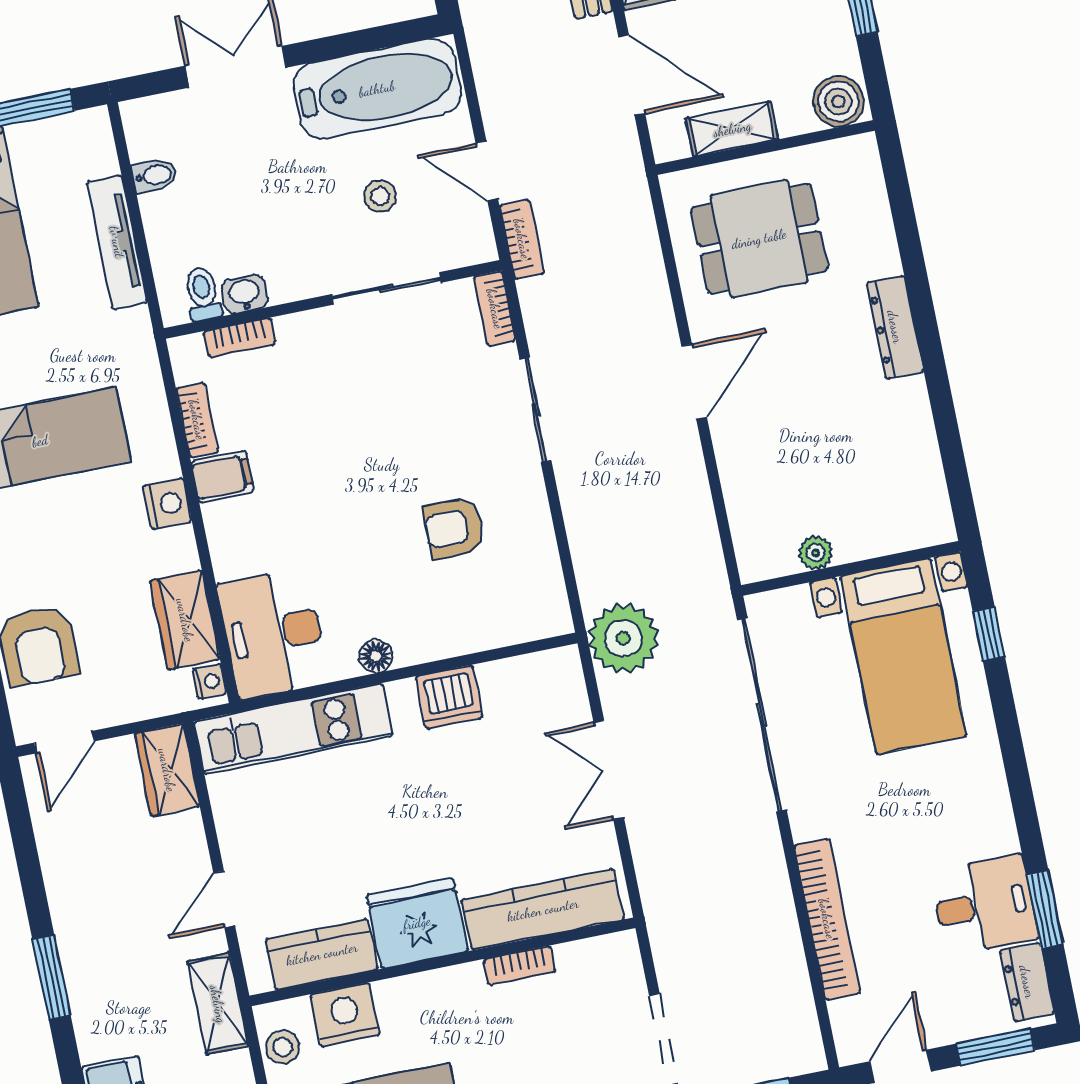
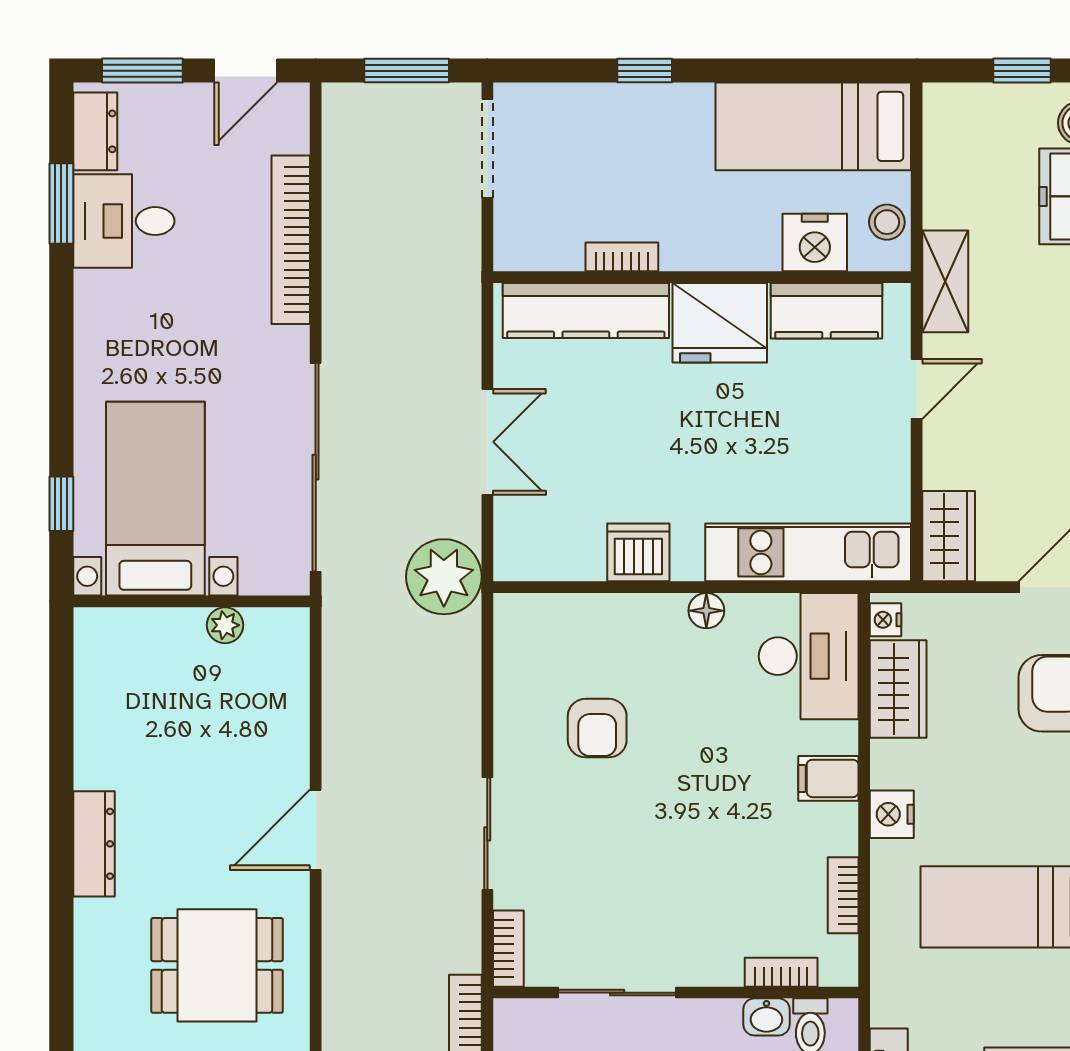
filing cabinet: (223, 477) -> (828, 778), moved
armchair: (454, 528) -> (597, 728), turned 90

